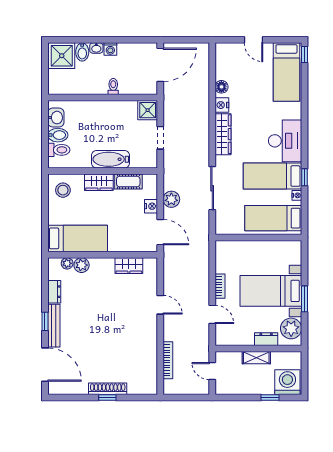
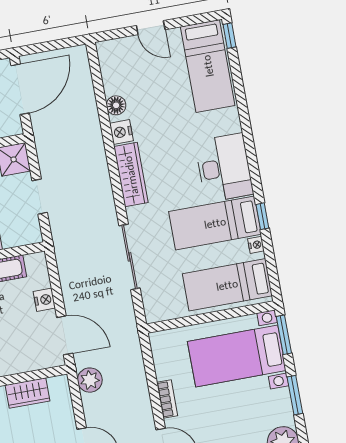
plant: (171, 199) -> (90, 380), moved
window: (304, 258) -> (284, 335), added
bed with nightstands: (271, 291) -> (237, 356), moved

